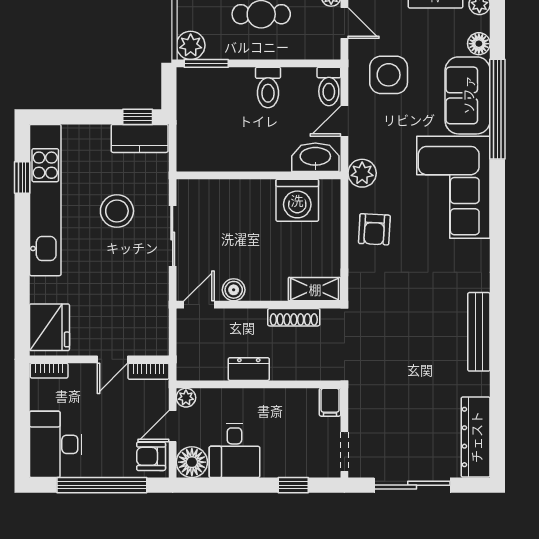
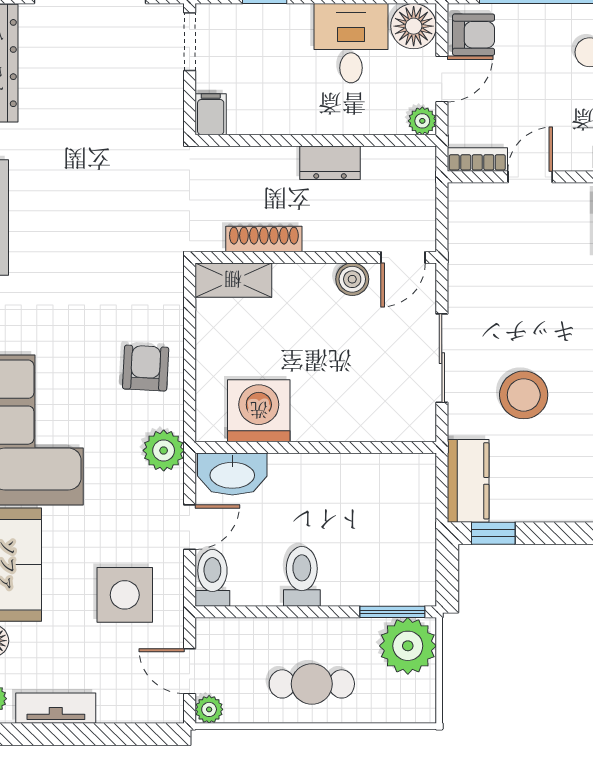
plant: (191, 45) -> (408, 646), width x1.36, depth x1.36
kitchen counter: (140, 138) -> (468, 481), moved, turned 90

